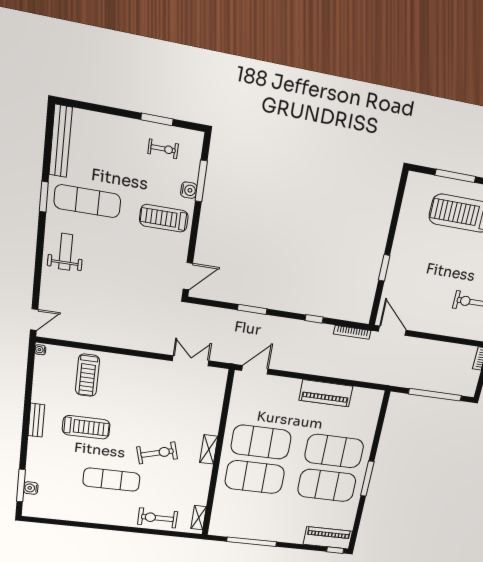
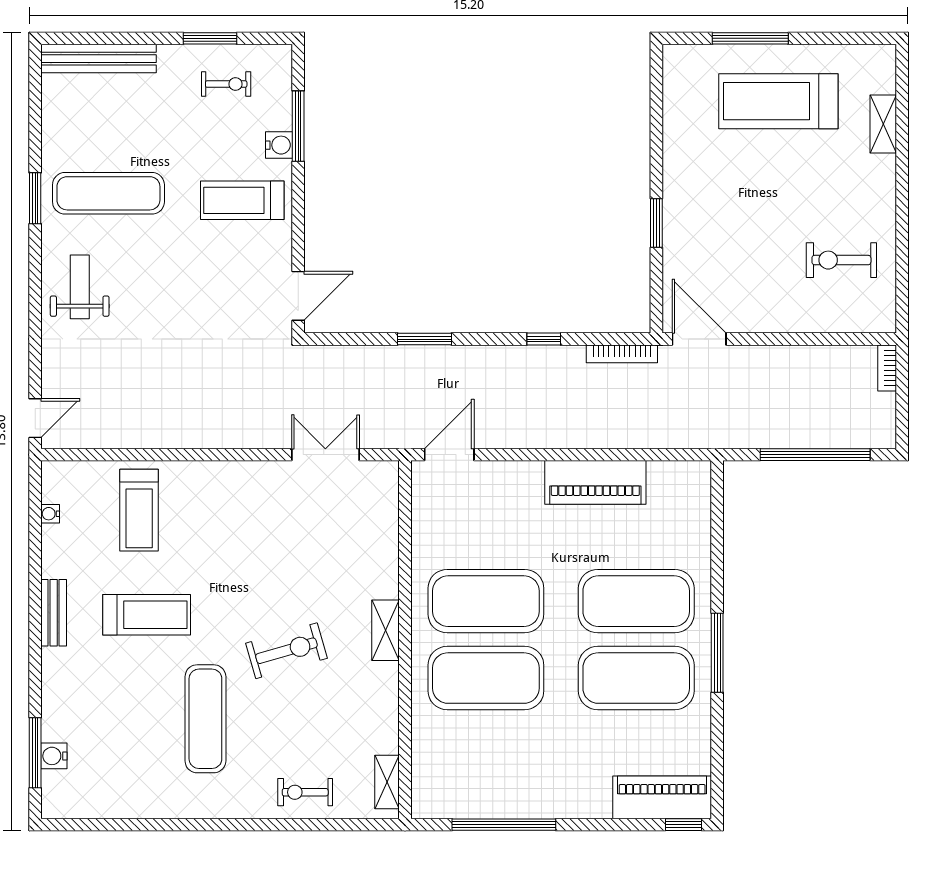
bench: (61, 141) -> (99, 59), moved, turned 90
water cooler: (40, 350) -> (50, 514), moved
exercise mat: (111, 480) -> (205, 719), turned 90
exercise bike: (158, 518) -> (305, 792), width x0.73, depth x0.72

